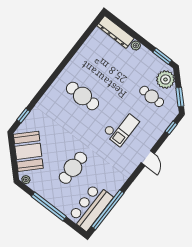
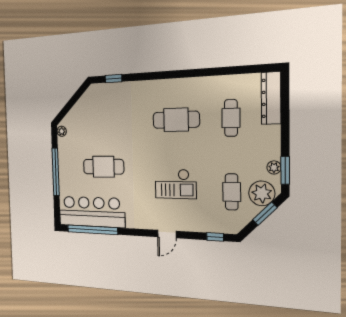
plant: (136, 45) -> (274, 167), moved
cafe table: (108, 63) -> (231, 118), added
cafe table: (82, 96) -> (176, 120), turned 90
window: (180, 97) -> (265, 214), moved
booth: (28, 151) -> (86, 112), removed
bar counter: (90, 207) -> (91, 212), width x1.36

